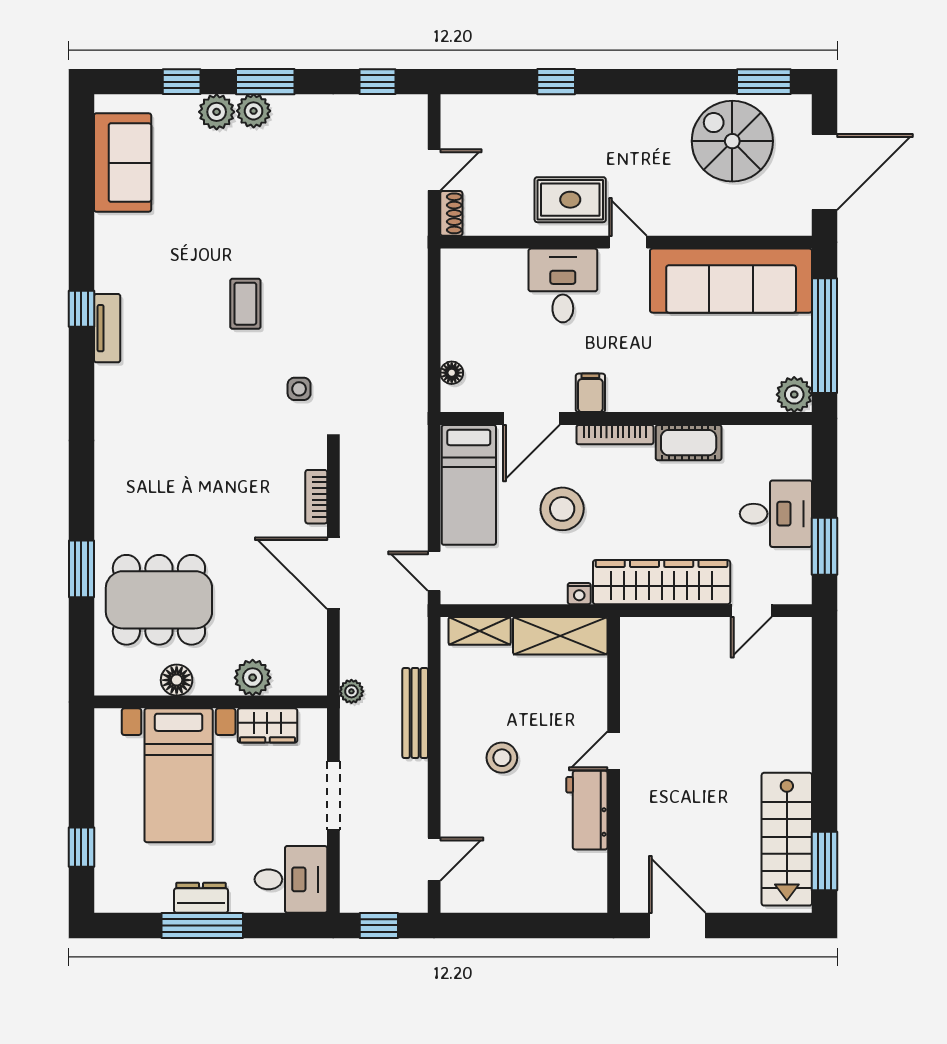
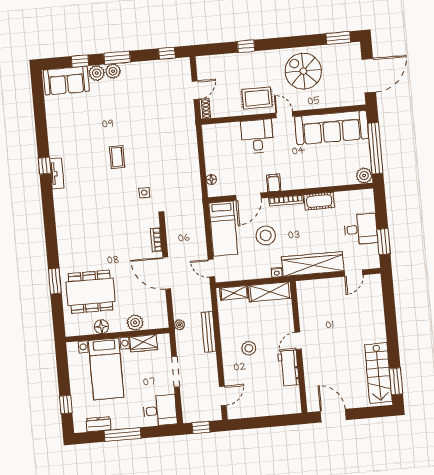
spiral stairs: (732, 141) -> (303, 71), moved
sofa: (123, 163) -> (66, 81), moved, turned 90
dresser: (201, 898) -> (98, 424), moved

